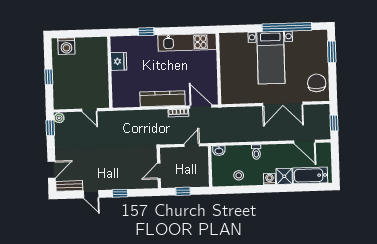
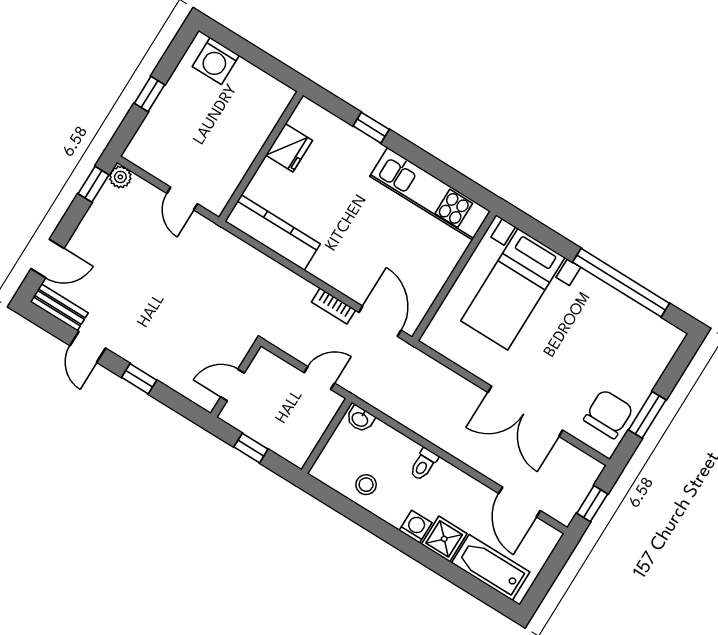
window: (332, 52) -> (647, 415), moved
bed with nightstands: (271, 58) -> (513, 289), moved
kitchen counter: (163, 99) -> (273, 233), moved

